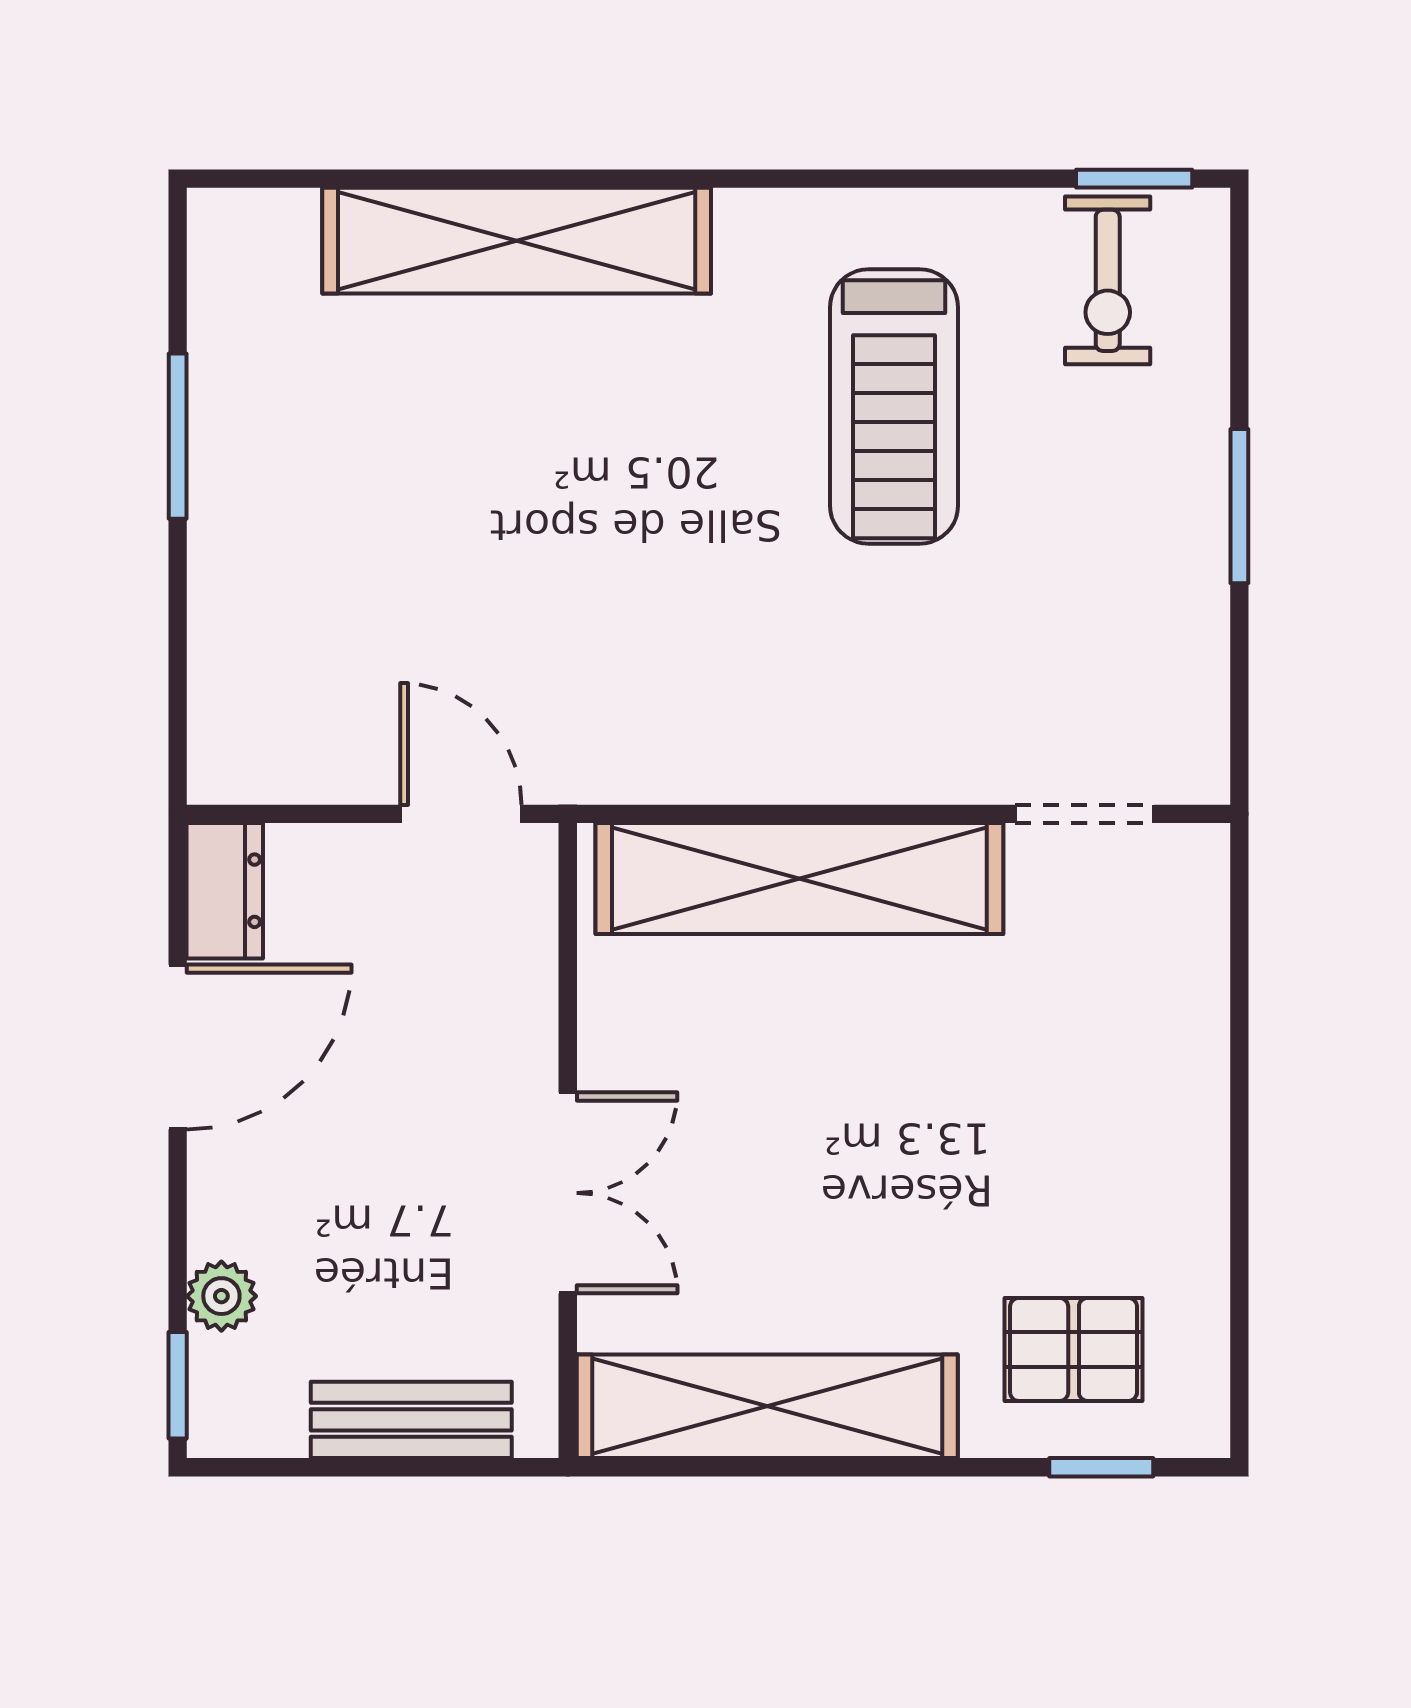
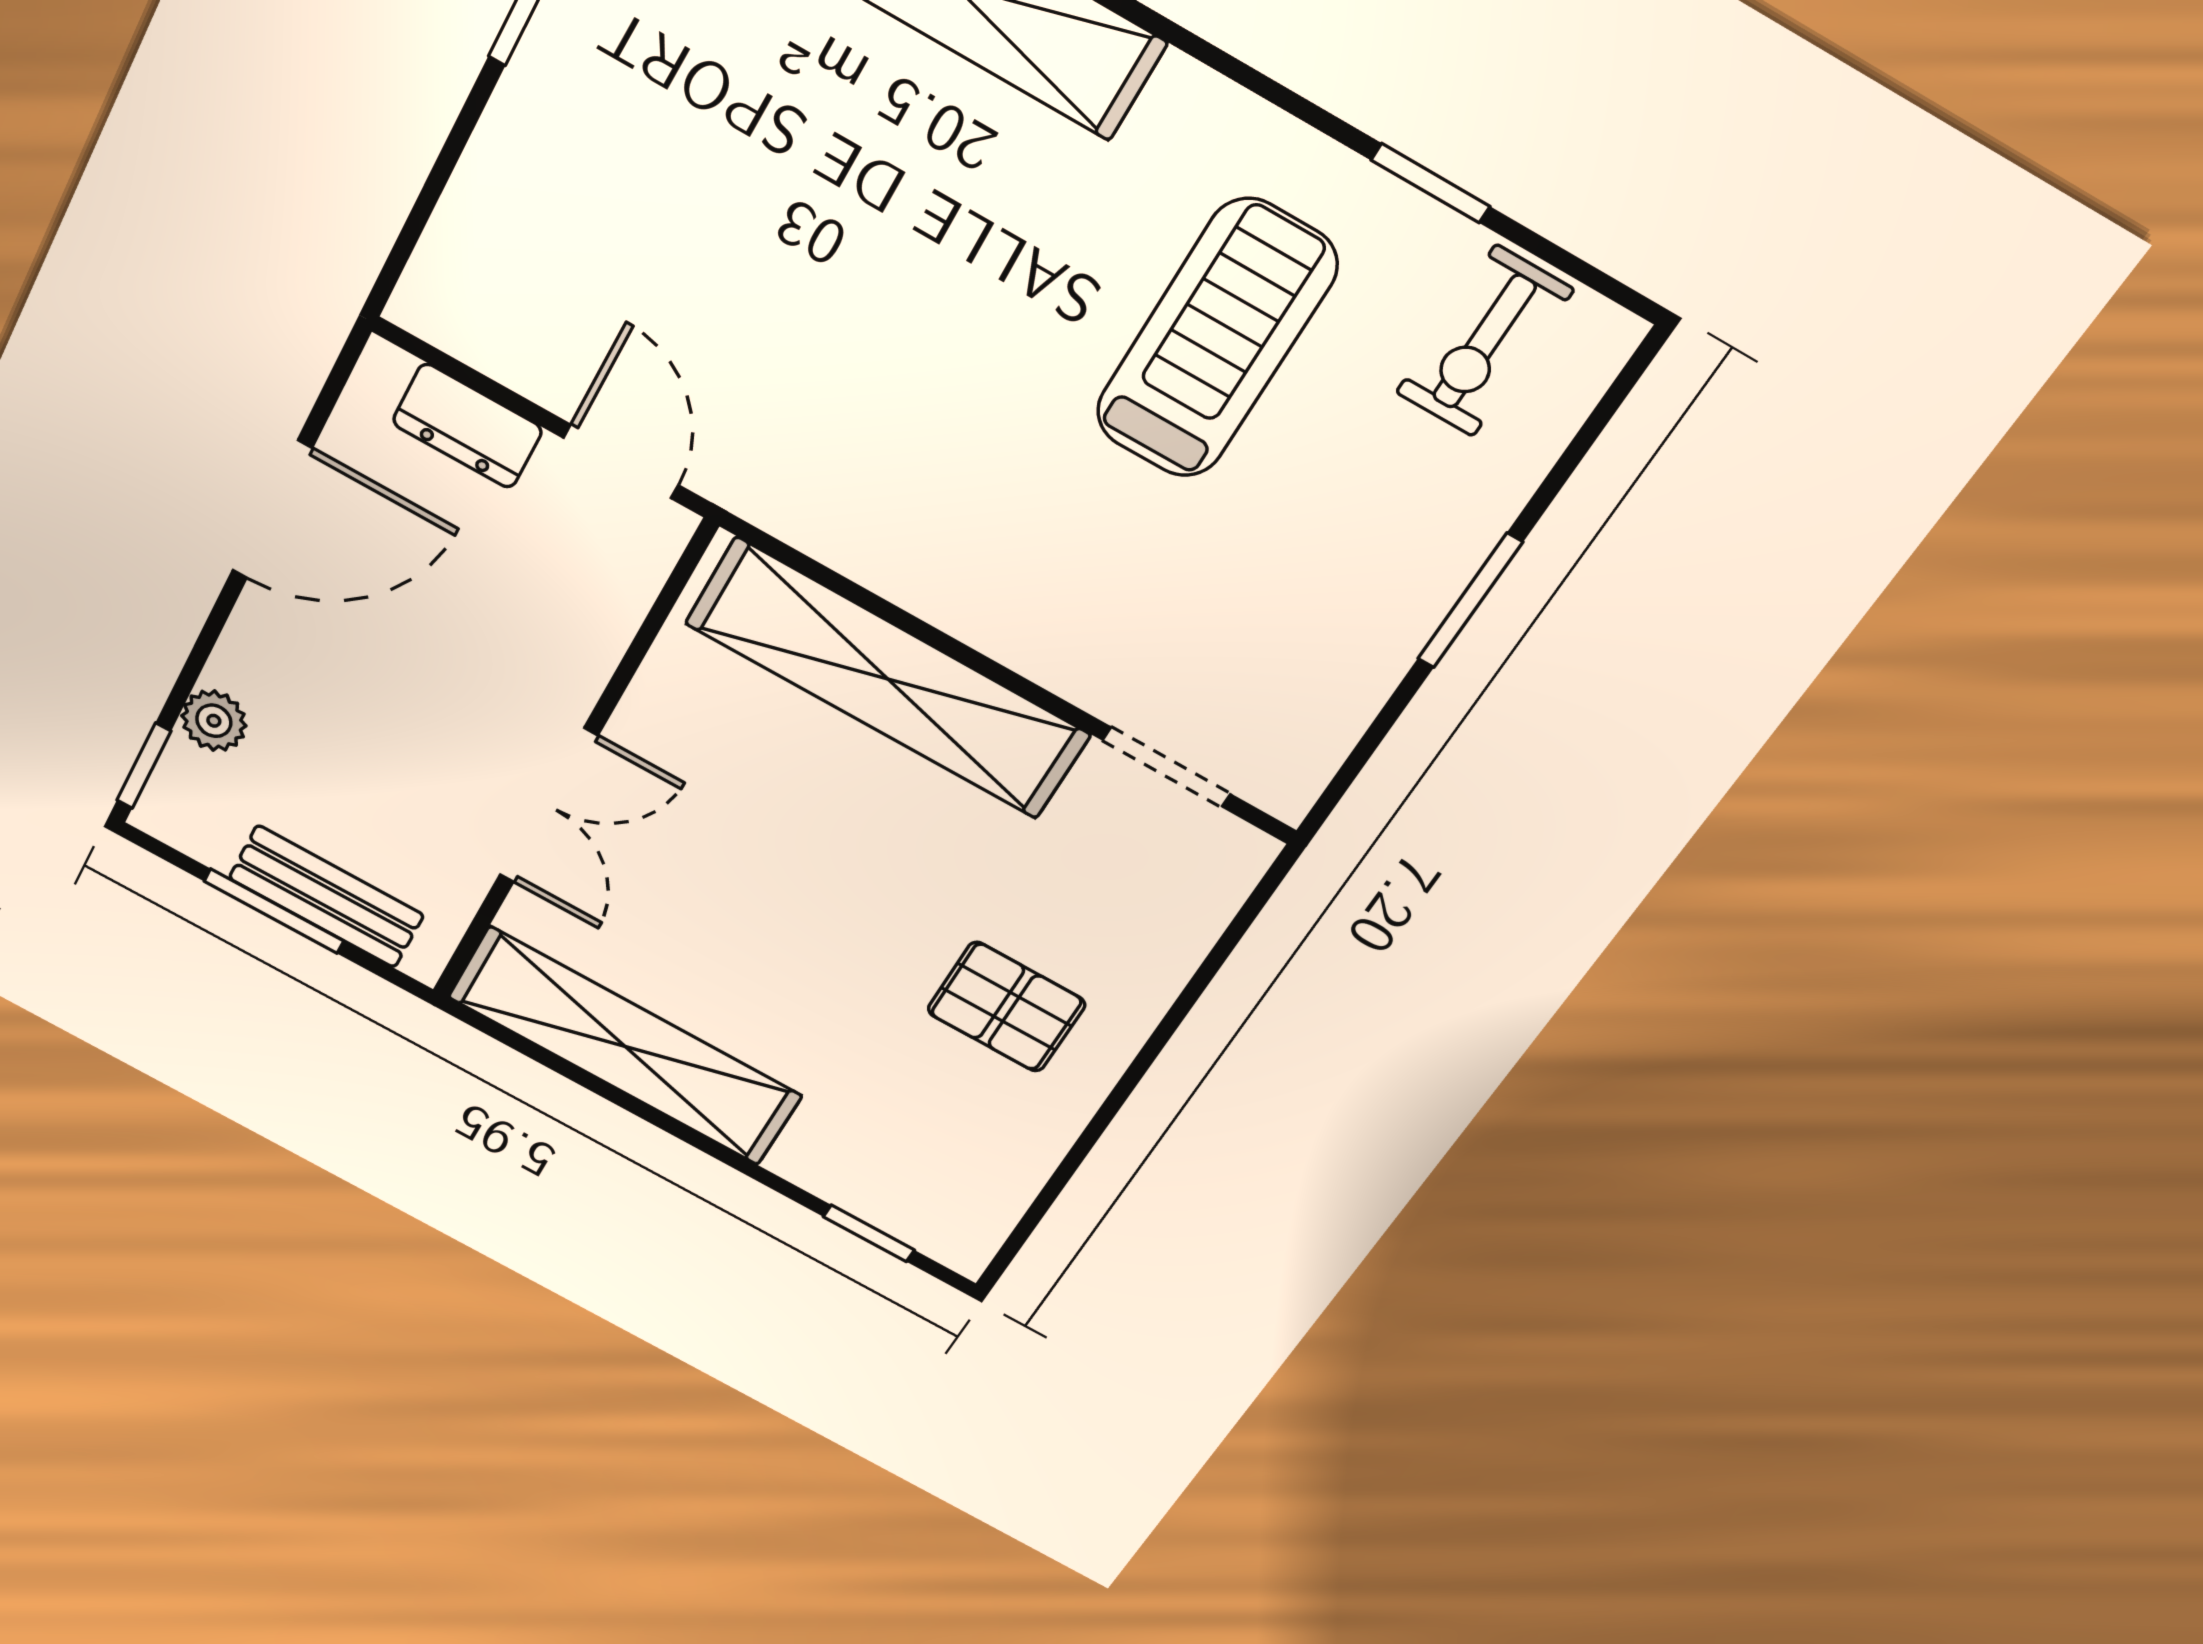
window: (1134, 179) -> (1431, 183), moved
treadmill: (894, 407) -> (1216, 339), turned 180
dresser: (225, 891) -> (467, 426), moved, turned 90
pallet: (1074, 1349) -> (1006, 1007), moved
window: (370, 1467) -> (274, 911), added

